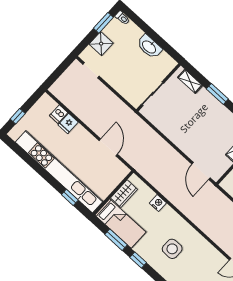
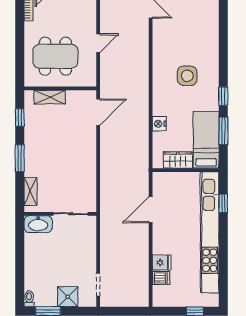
washbasin: (149, 47) -> (38, 224), moved, turned 90

